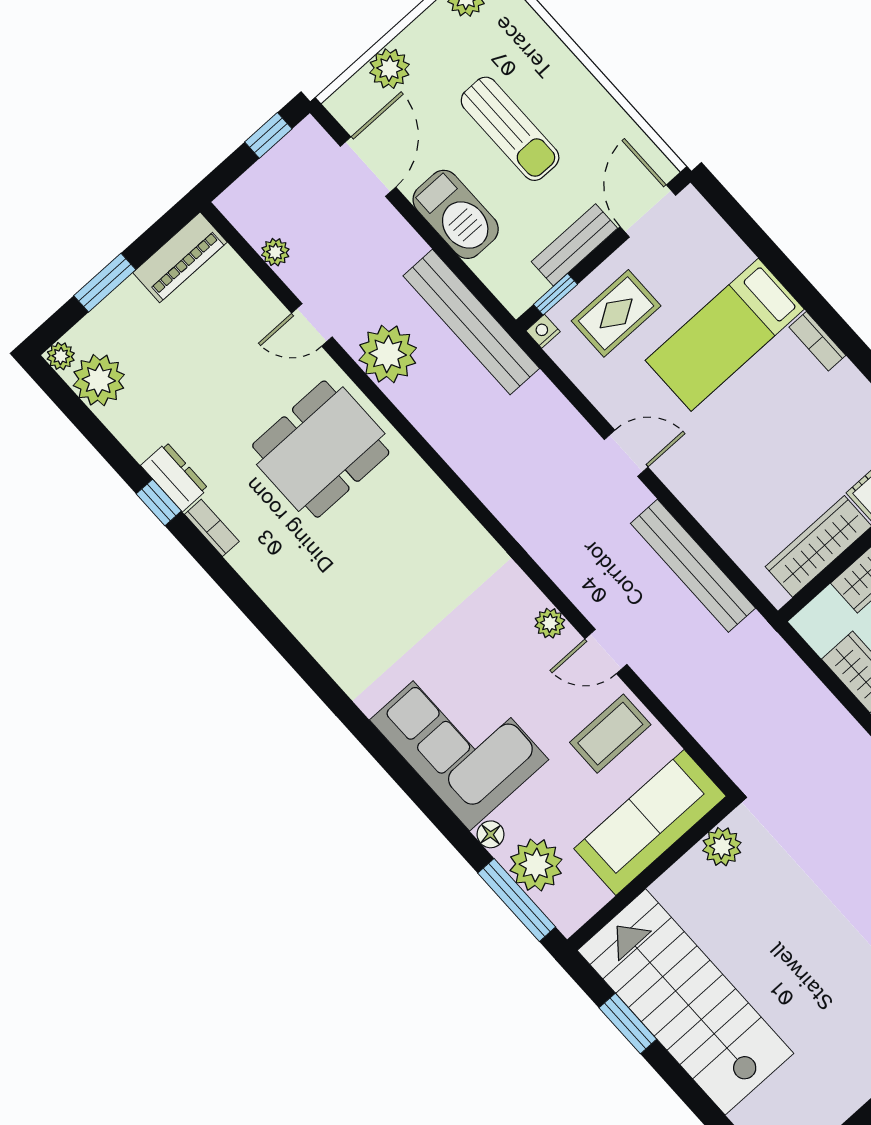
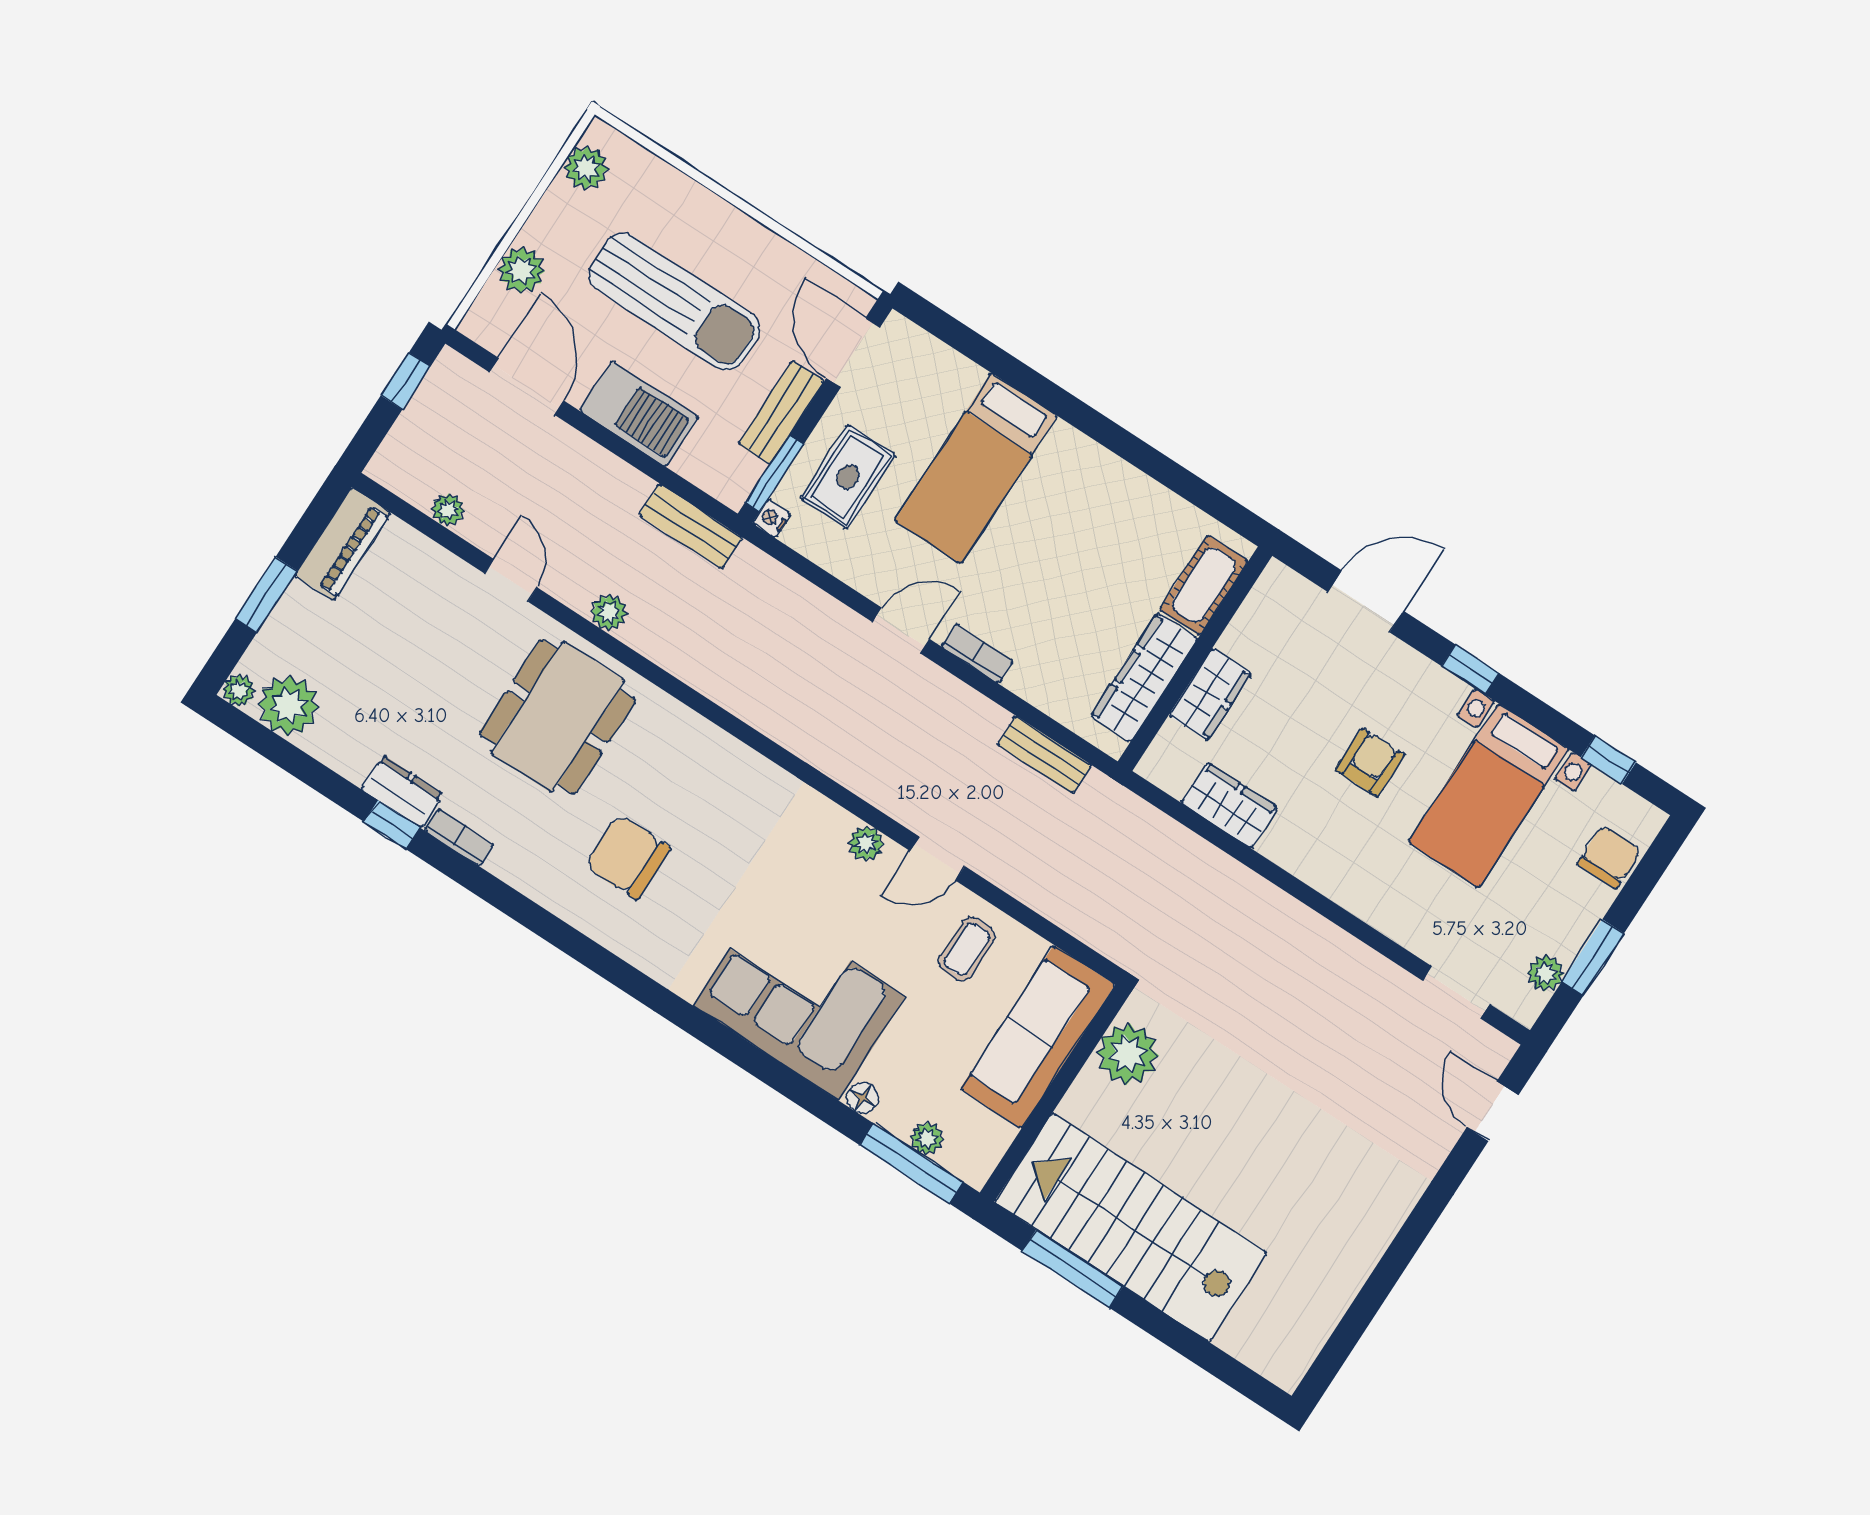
sun lounger: (510, 129) -> (674, 302), width x1.36, depth x1.34
window: (555, 294) -> (774, 473), width x1.50
bench: (471, 322) -> (691, 526), width x0.54, depth x0.82
door: (312, 325) -> (511, 580), swing flipped
bookcase: (817, 341) -> (977, 654), moved, turned 180
plant: (388, 354) -> (609, 612), width x0.53, depth x0.53
bench: (693, 566) -> (1044, 755), width x0.54, depth x0.82
chair: (348, 582) -> (628, 857), added
coffee table: (610, 734) -> (967, 949), width x0.73, depth x0.77
plant: (722, 847) -> (1128, 1054), width x1.36, depth x1.36
plant: (536, 865) -> (927, 1138), width x0.53, depth x0.53
window: (628, 1023) -> (1073, 1269), width x1.44

